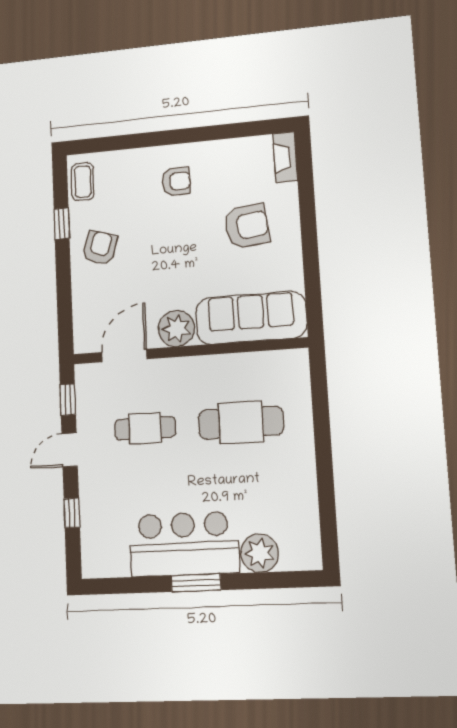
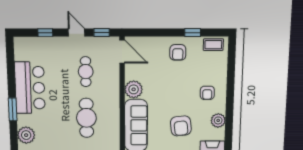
plant: (231, 153) -> (218, 120), added
armchair: (100, 248) -> (178, 52), turned 72
door: (124, 356) -> (122, 52), moved
plant: (260, 553) -> (26, 135), moved
window: (196, 583) -> (13, 109), moved

